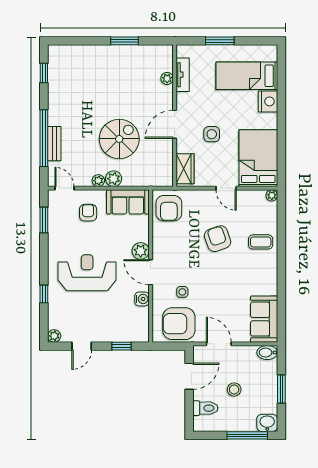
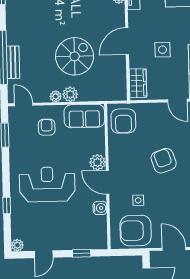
armchair: (218, 239) -> (164, 161), moved

